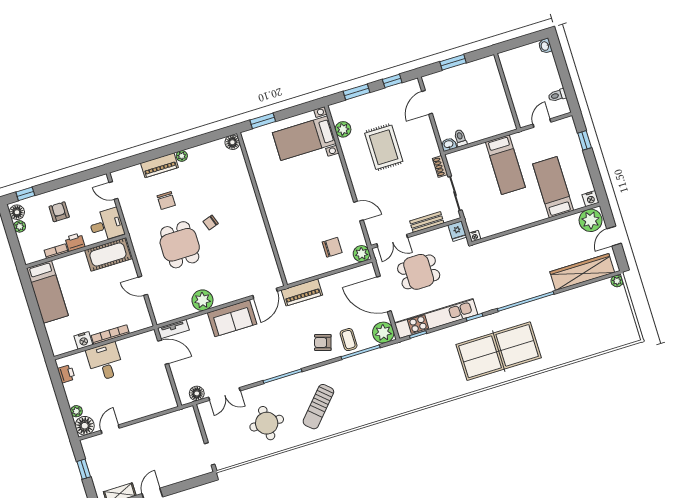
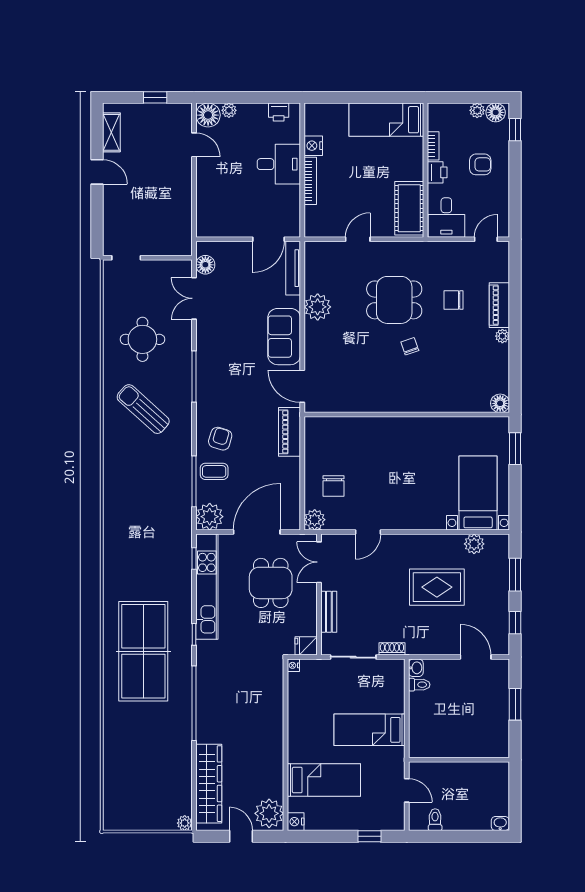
tv unit: (173, 329) -> (293, 268), width x1.41

